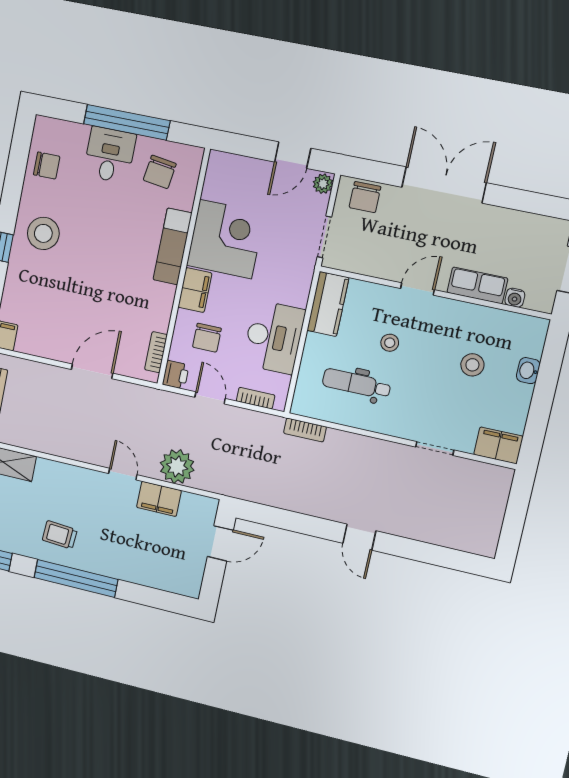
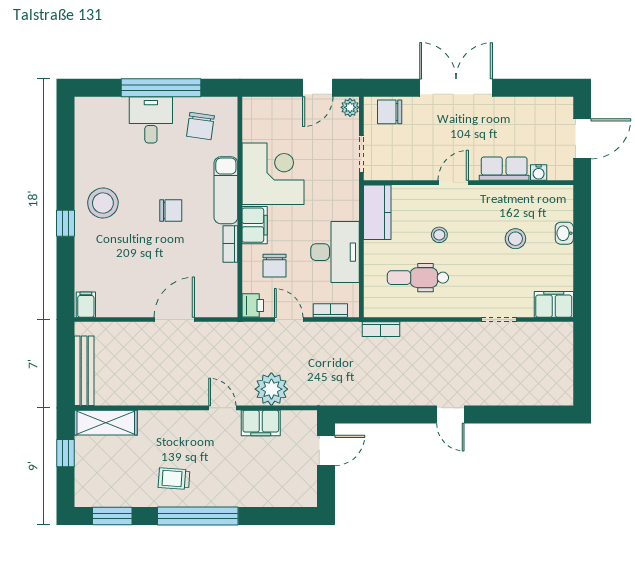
chair: (47, 166) -> (171, 211), moved
chair: (365, 197) -> (390, 112), turned 90
bookcase: (156, 352) -> (230, 244), moved

